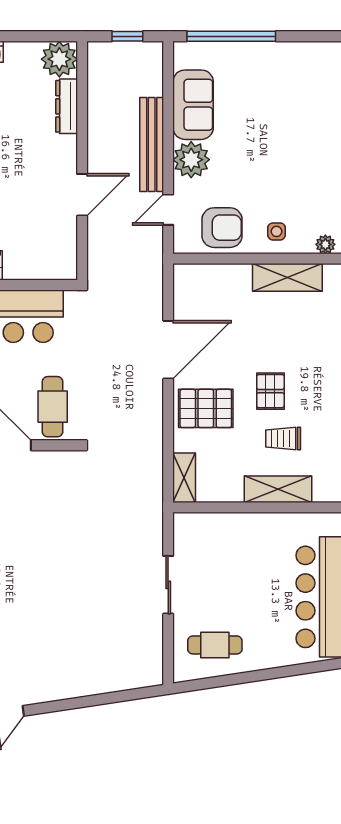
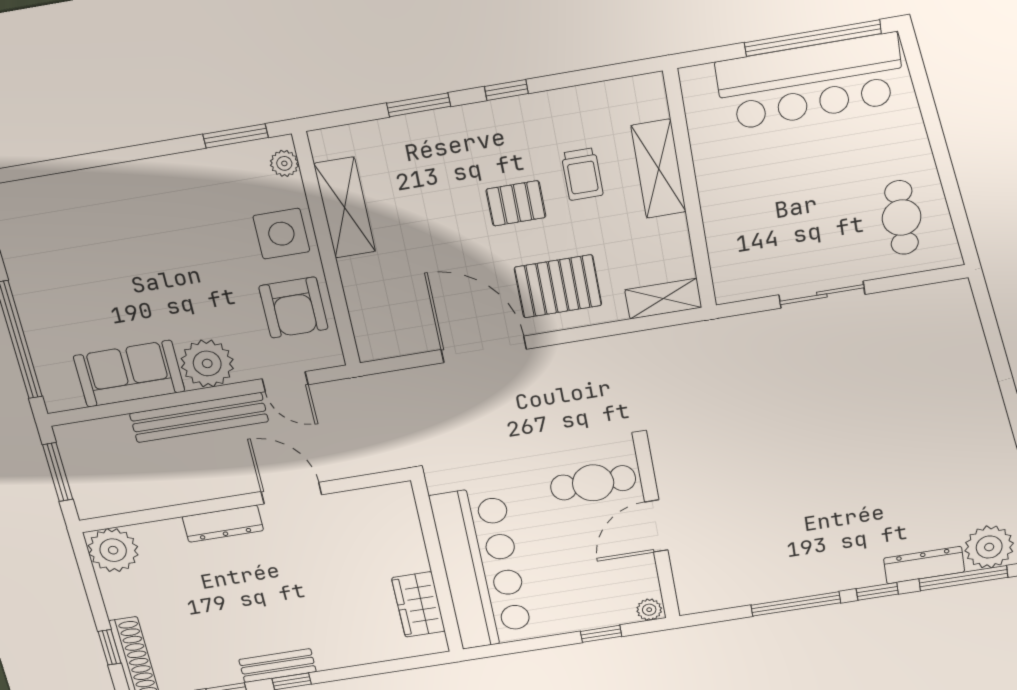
window: (127, 36) -> (58, 472), width x1.50
dresser: (67, 106) -> (223, 524), moved
armchair: (222, 228) -> (293, 308), turned 180
side table: (277, 231) -> (281, 234), width x1.87, depth x1.87
pallet: (206, 408) -> (558, 286), turned 90

